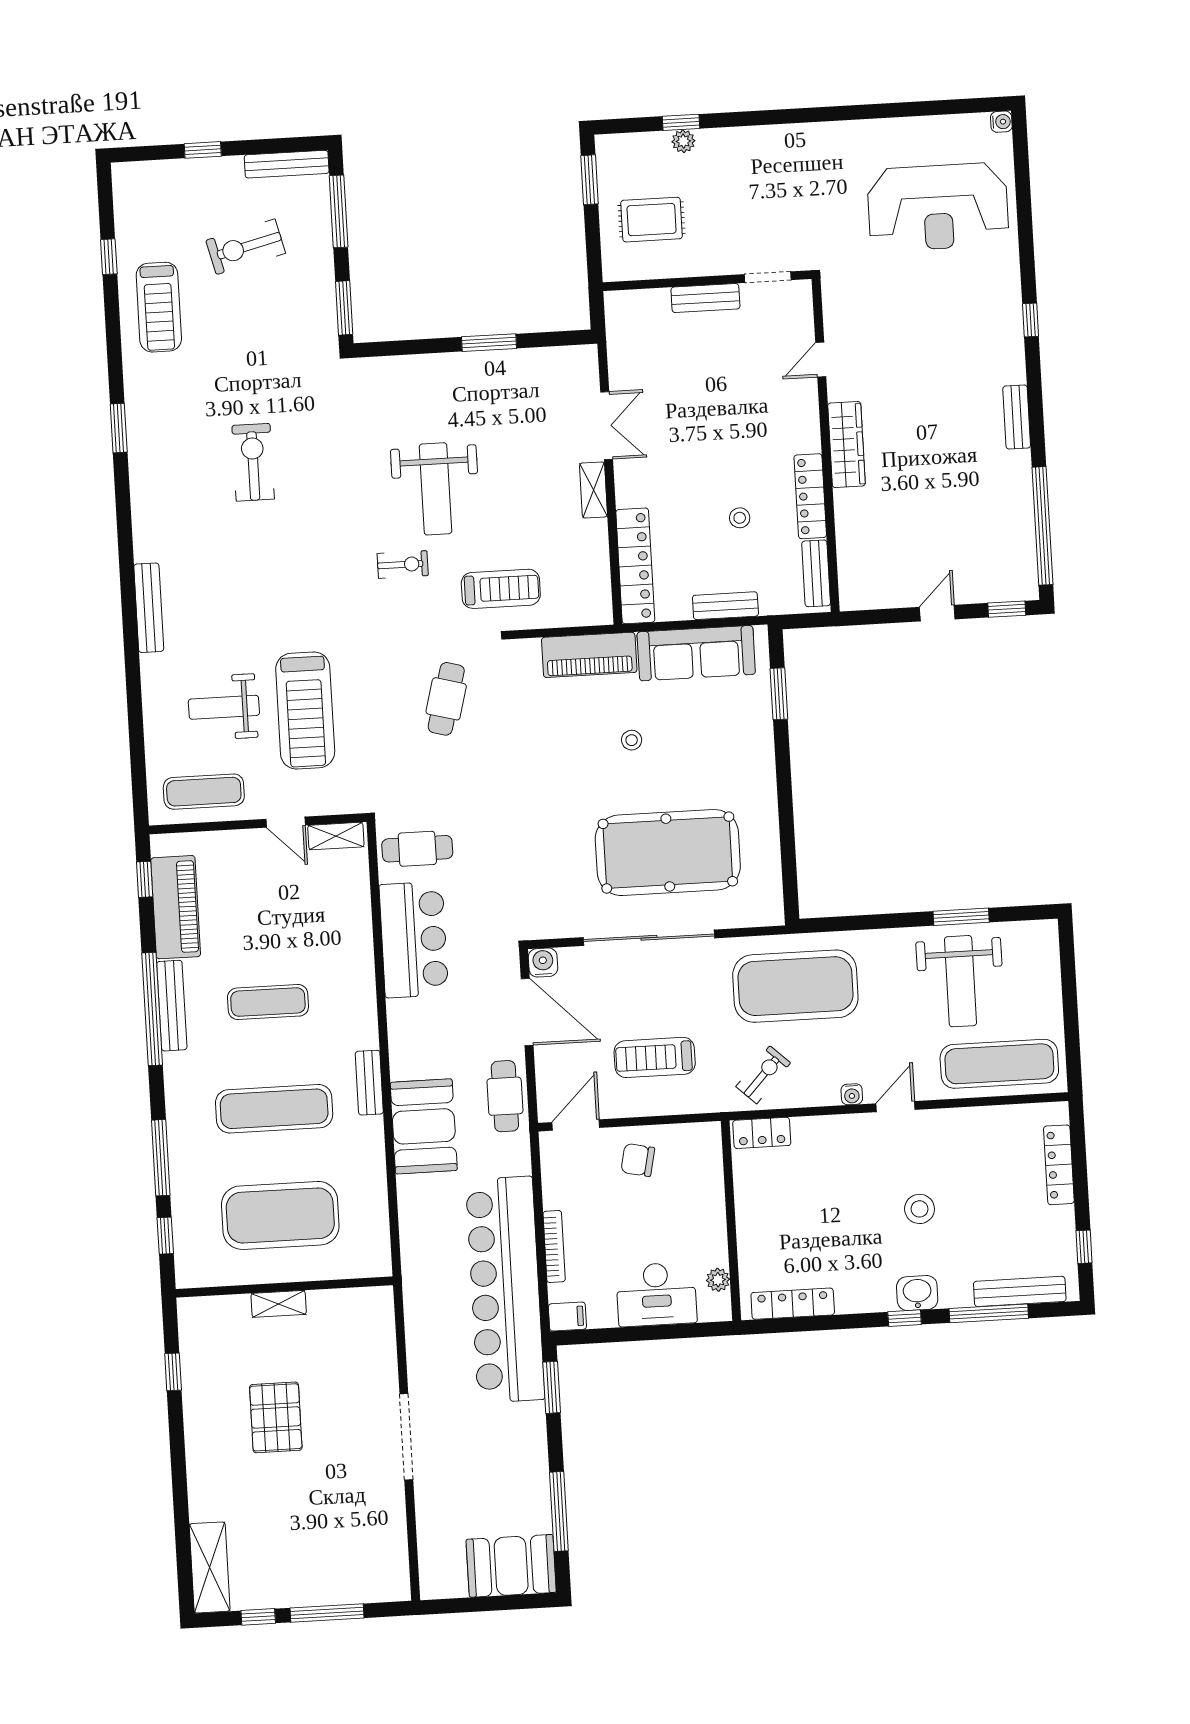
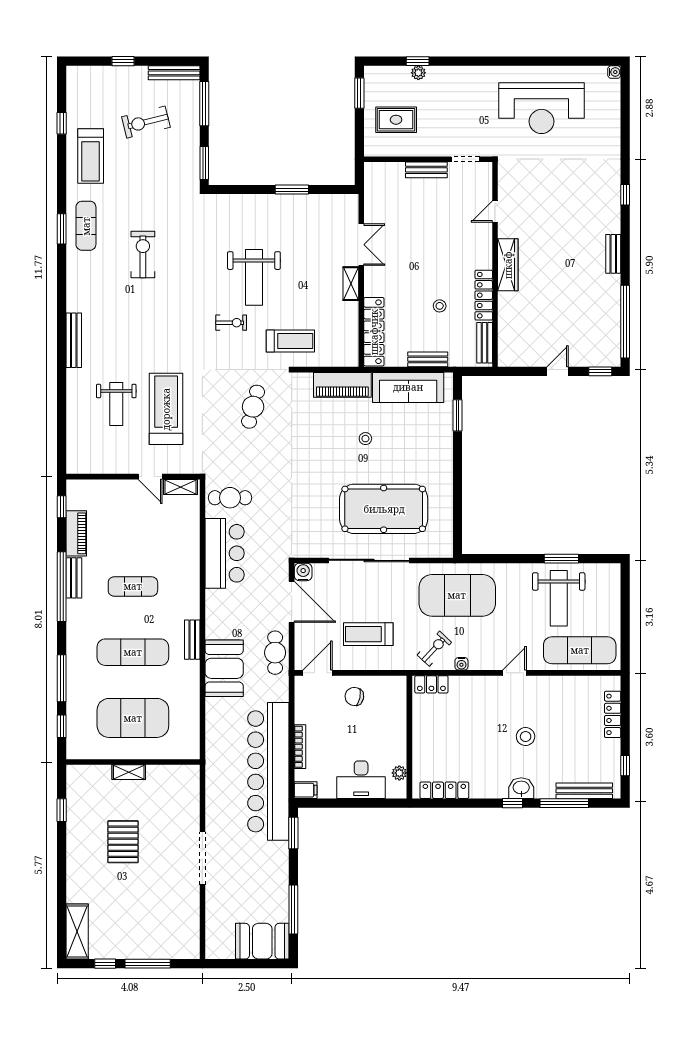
reception desk: (938, 207) -> (541, 108), moved
weight bench: (224, 707) -> (116, 404), turned -90
treadmill: (305, 711) -> (166, 409), turned 180
exercise mat: (204, 792) -> (86, 226), moved, turned 90
piano: (176, 907) -> (76, 533), width x0.73, depth x0.75
bench: (172, 1006) -> (74, 578), width x0.73
water cooler: (852, 1094) -> (461, 664), moved

